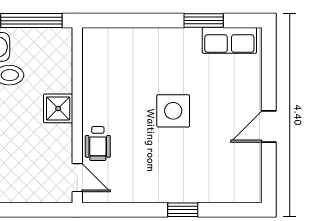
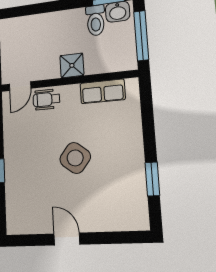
row of seats: (229, 40) -> (103, 91), moved, turned -90
side table: (173, 111) -> (75, 158), turned 38

